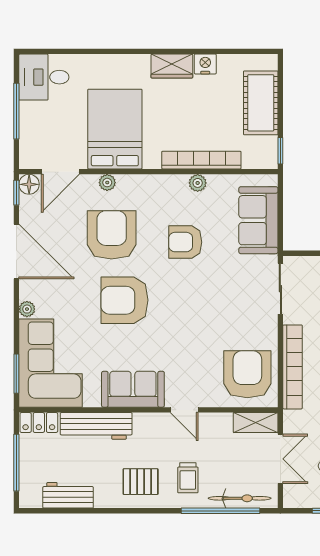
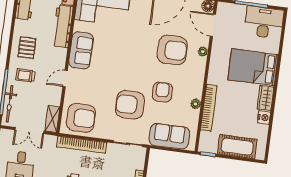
desk: (44, 77) -> (264, 22), width x1.37
bed: (115, 129) -> (253, 67), moved, turned 180
armchair: (124, 300) -> (130, 105), moved, turned -90

